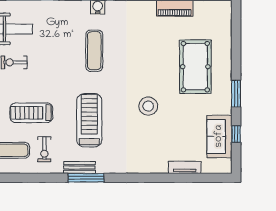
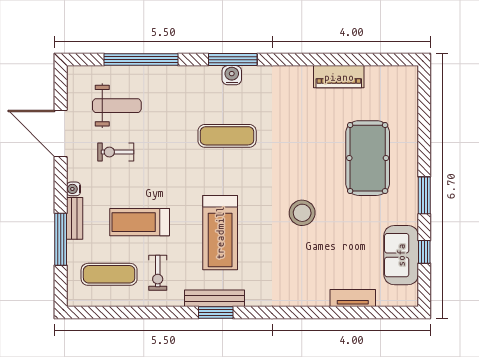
exercise mat: (94, 51) -> (227, 136), turned 90
treadmill: (89, 120) -> (220, 233), turned 180
bench: (79, 167) -> (214, 298), width x1.36
window: (86, 178) -> (216, 313), width x0.69

